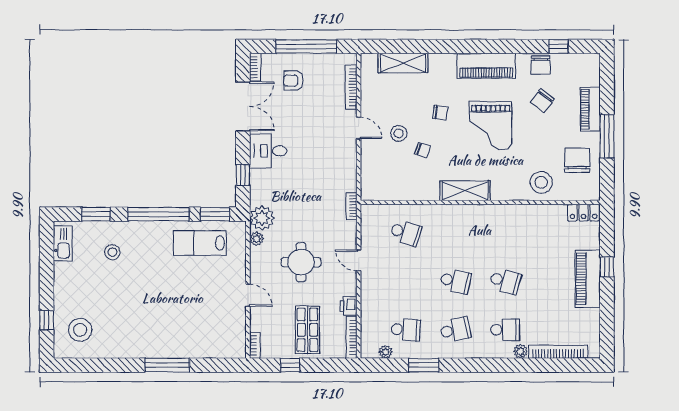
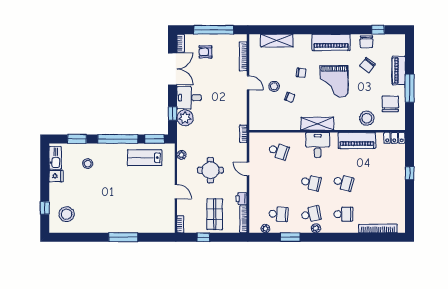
plant: (262, 218) -> (185, 118), moved
desk: (466, 223) -> (318, 145), added
fridge: (64, 271) -> (56, 176), added
piano: (588, 279) -> (357, 140), moved, turned -90
plant: (520, 351) -> (316, 228), moved

